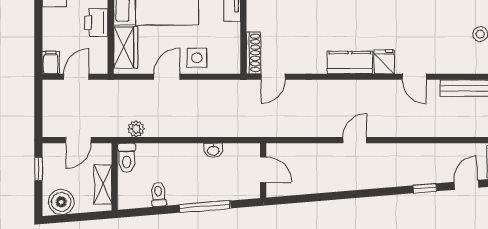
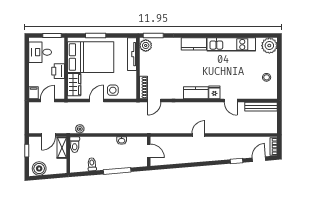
shelving: (103, 184) -> (62, 148), moved

